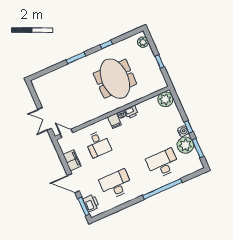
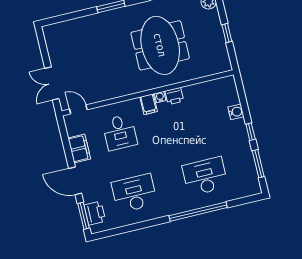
plant: (165, 99) -> (225, 87), removed
water cooler: (183, 131) -> (236, 112), moved
plant: (185, 145) -> (241, 156), removed

